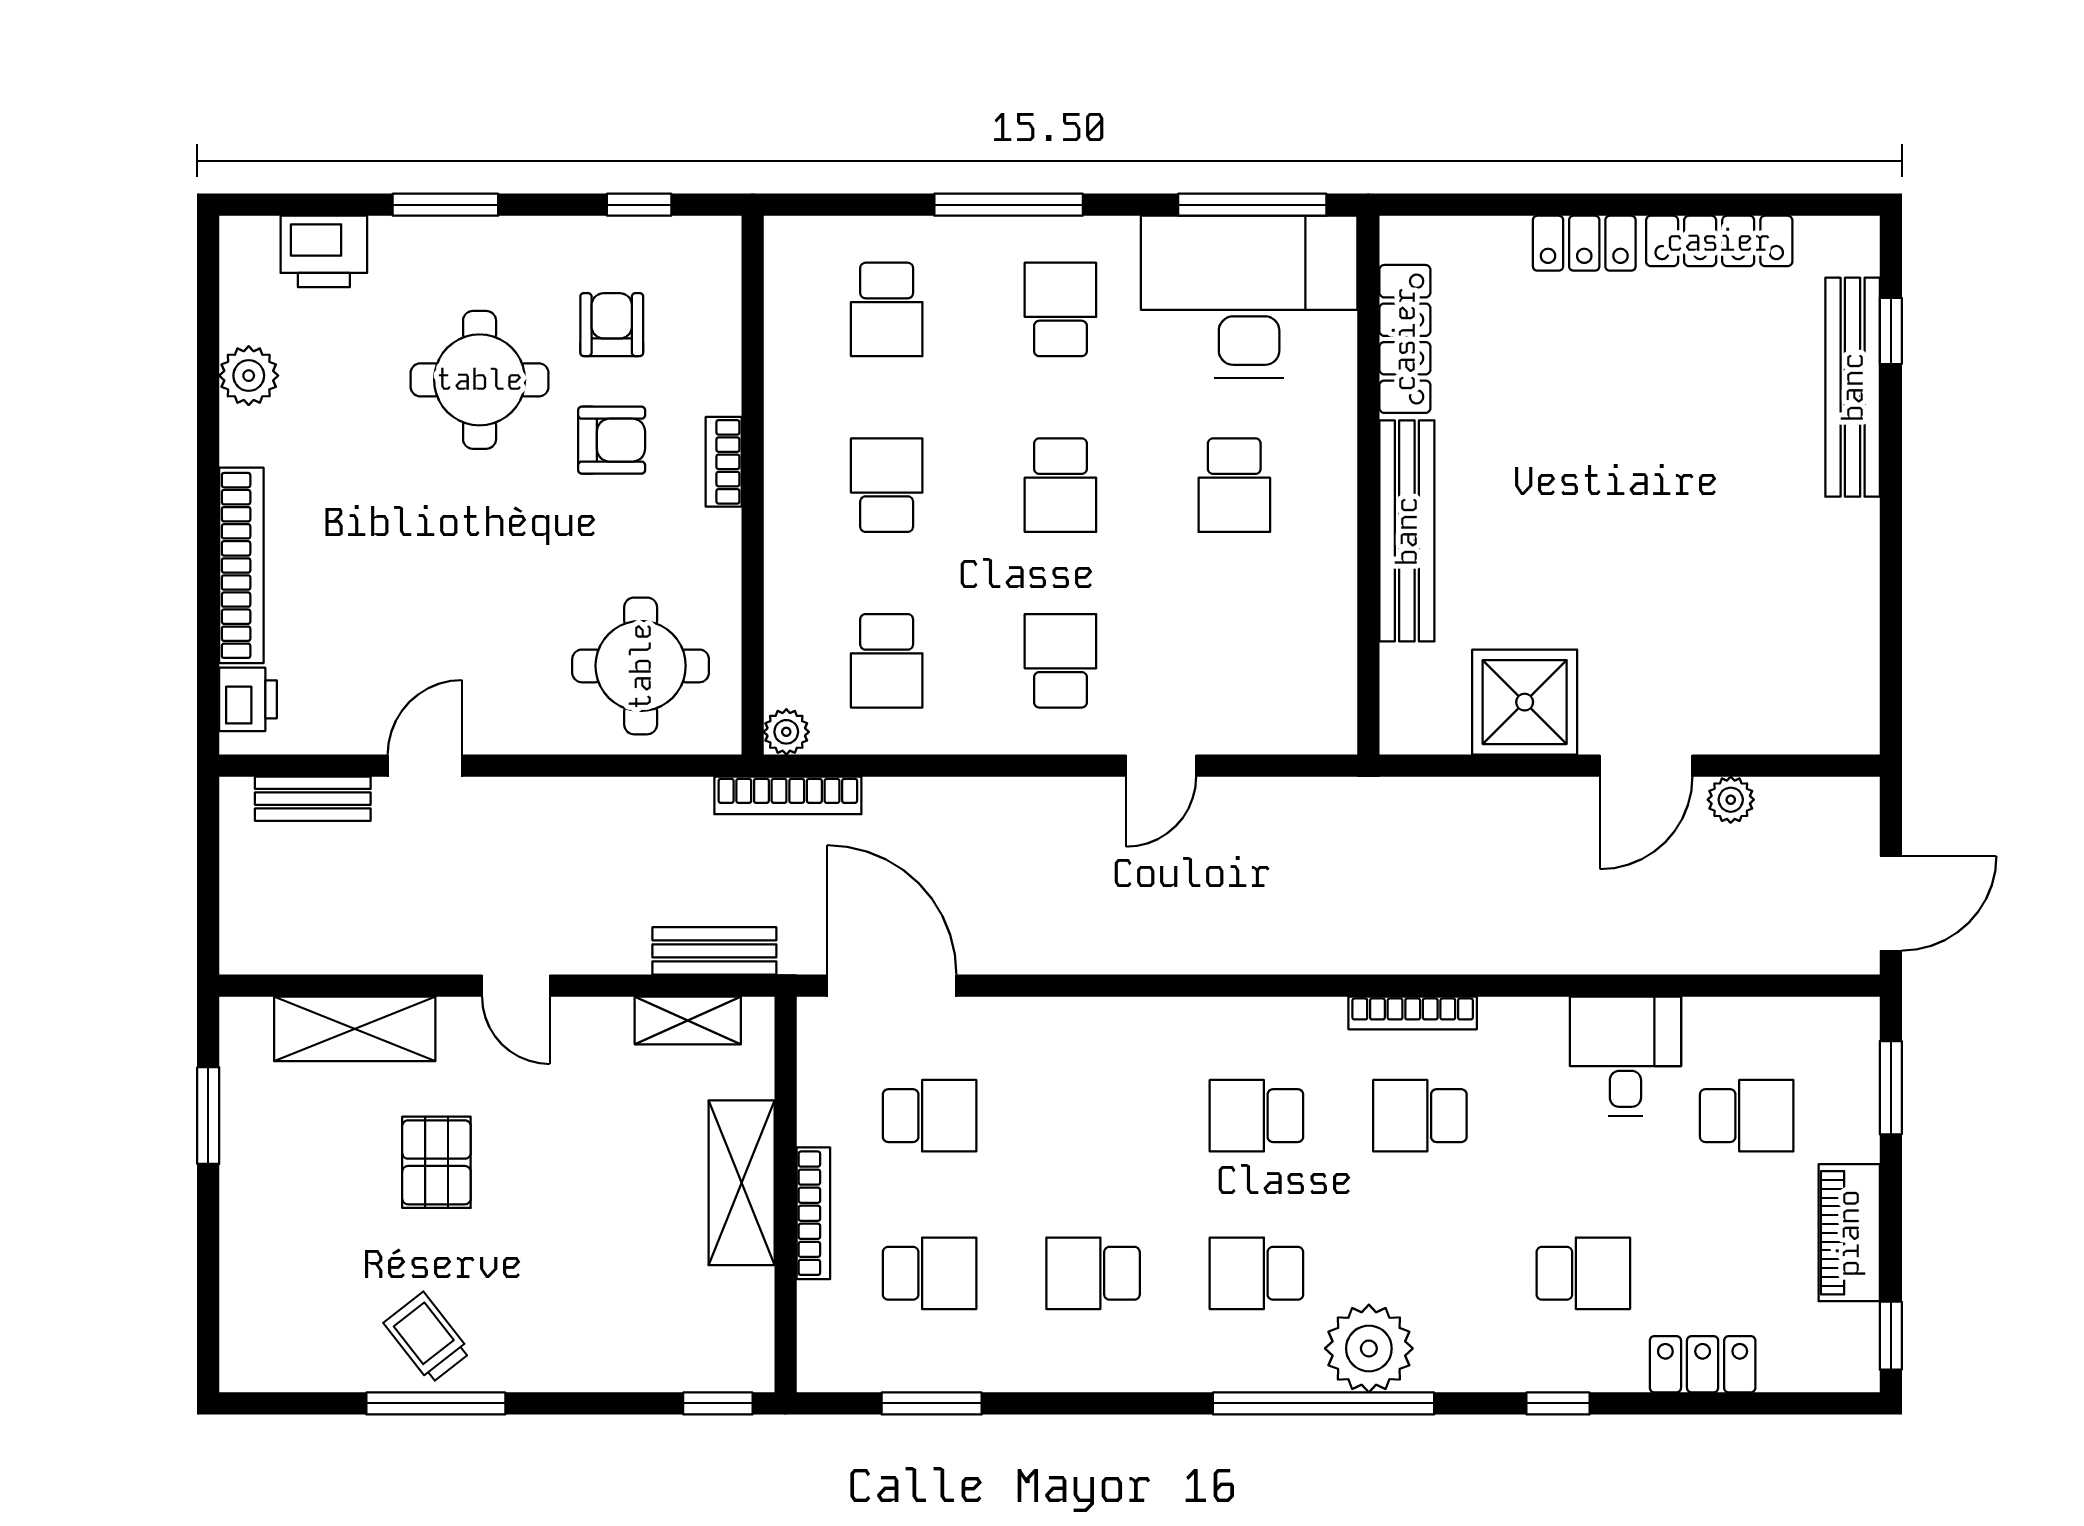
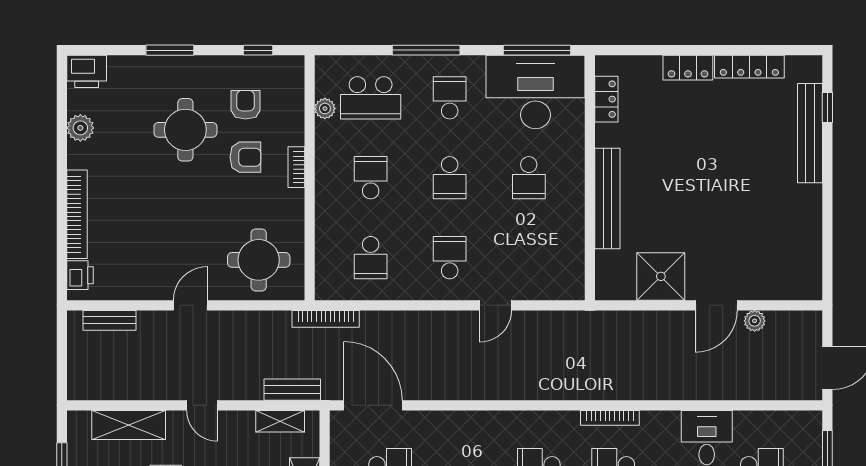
printer: (324, 251) -> (87, 71), moved
school desk: (887, 309) -> (371, 98), width x1.85
locker: (1405, 339) -> (606, 99), width x0.66
plant: (786, 732) -> (325, 109), moved
door: (425, 766) -> (190, 305), moved

